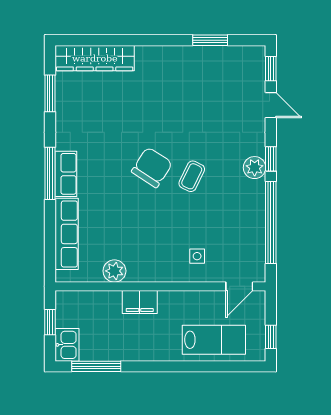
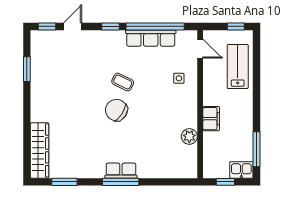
plant: (255, 168) -> (117, 38), removed
row of seats: (67, 234) -> (151, 38), moved, turned 180

